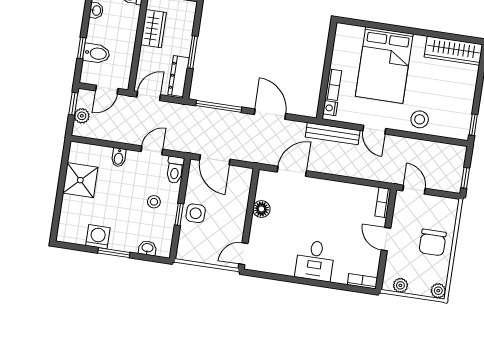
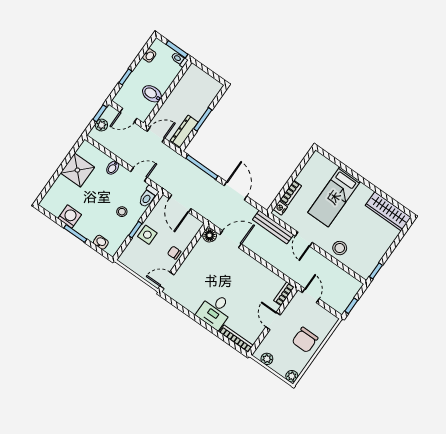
wardrobe: (154, 29) -> (183, 89), removed
bidet: (96, 53) -> (152, 94), moved, turned 180
bed: (384, 65) -> (334, 197), width x0.67
floor lamp: (261, 209) -> (210, 235), moved
chair: (236, 218) -> (174, 253), added
bookcase: (362, 281) -> (236, 339), width x1.56

